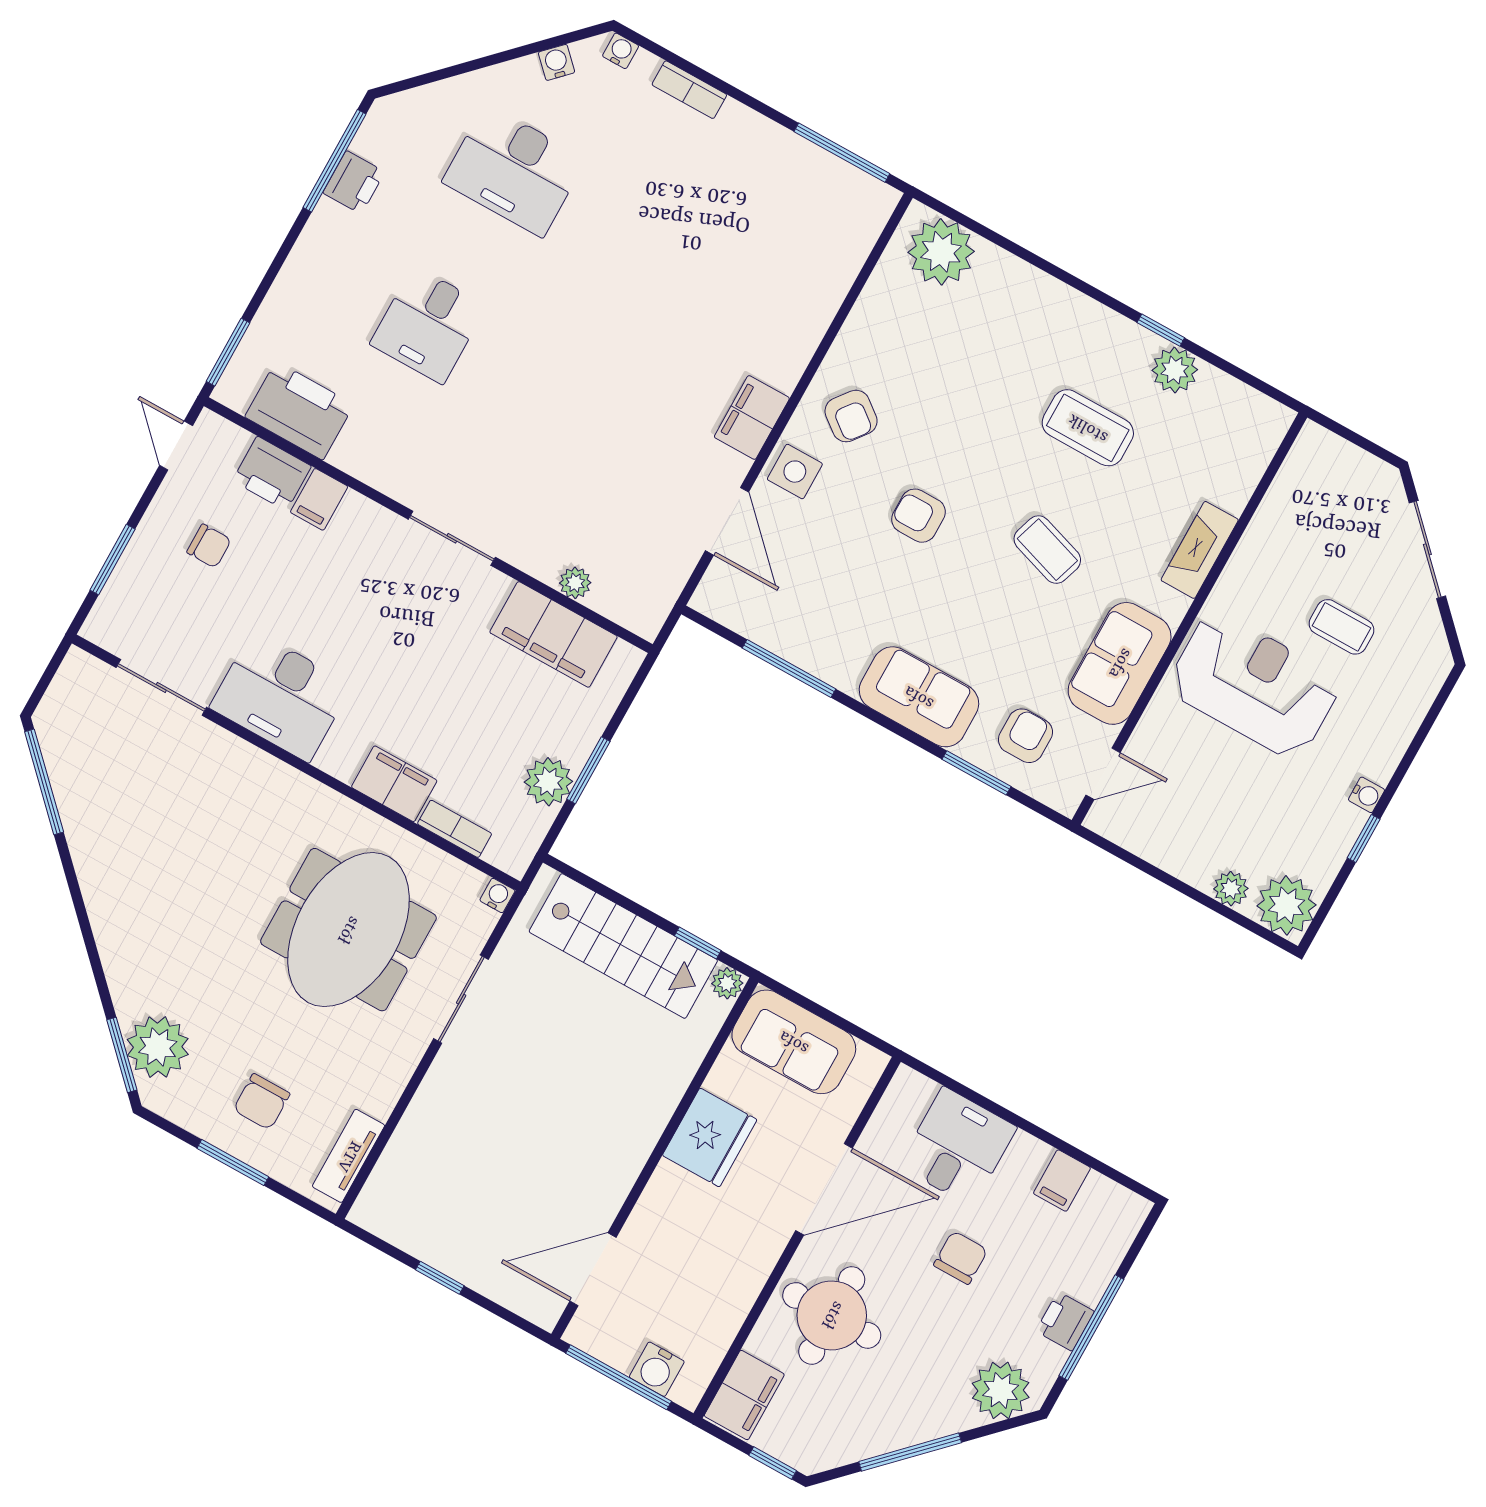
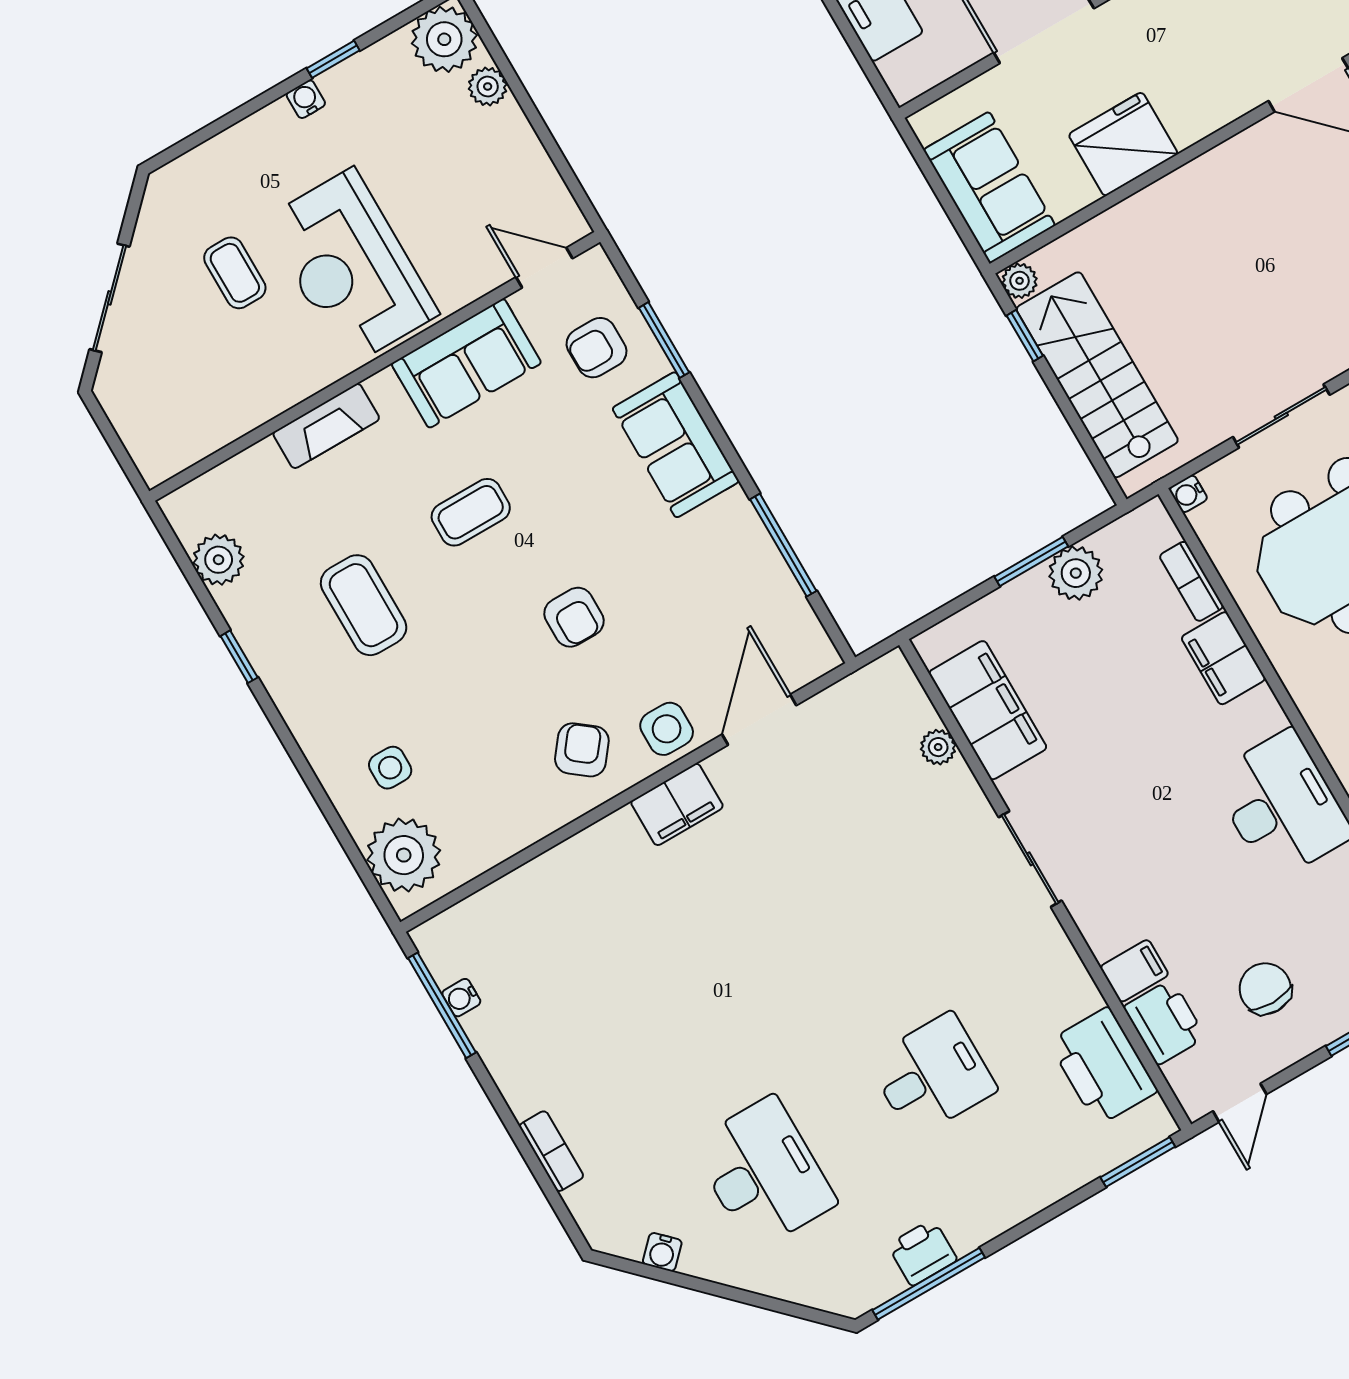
water cooler: (621, 51) -> (461, 998), moved
side table: (992, 314) -> (390, 768), added
plant: (1175, 370) -> (219, 560), moved
chair: (209, 546) -> (1265, 989), width x1.37, depth x1.37
coffee table: (1047, 550) -> (471, 512), turned 72

